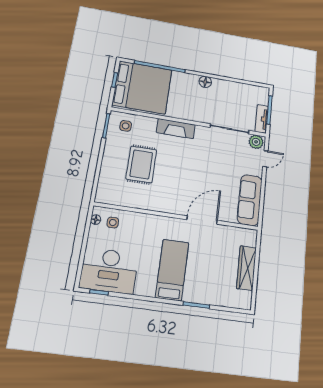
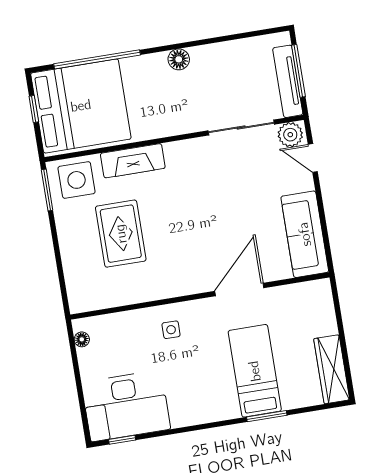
tv unit: (262, 119) -> (288, 81), width x1.41
side table: (126, 126) -> (77, 180), width x1.87, depth x1.87
fireplace: (176, 129) -> (133, 161), moved
door: (265, 159) -> (313, 158), swing flipped
side table: (113, 222) -> (171, 330), moved
wardrobe: (246, 268) -> (332, 369), moved
bed: (172, 270) -> (255, 371), moved

